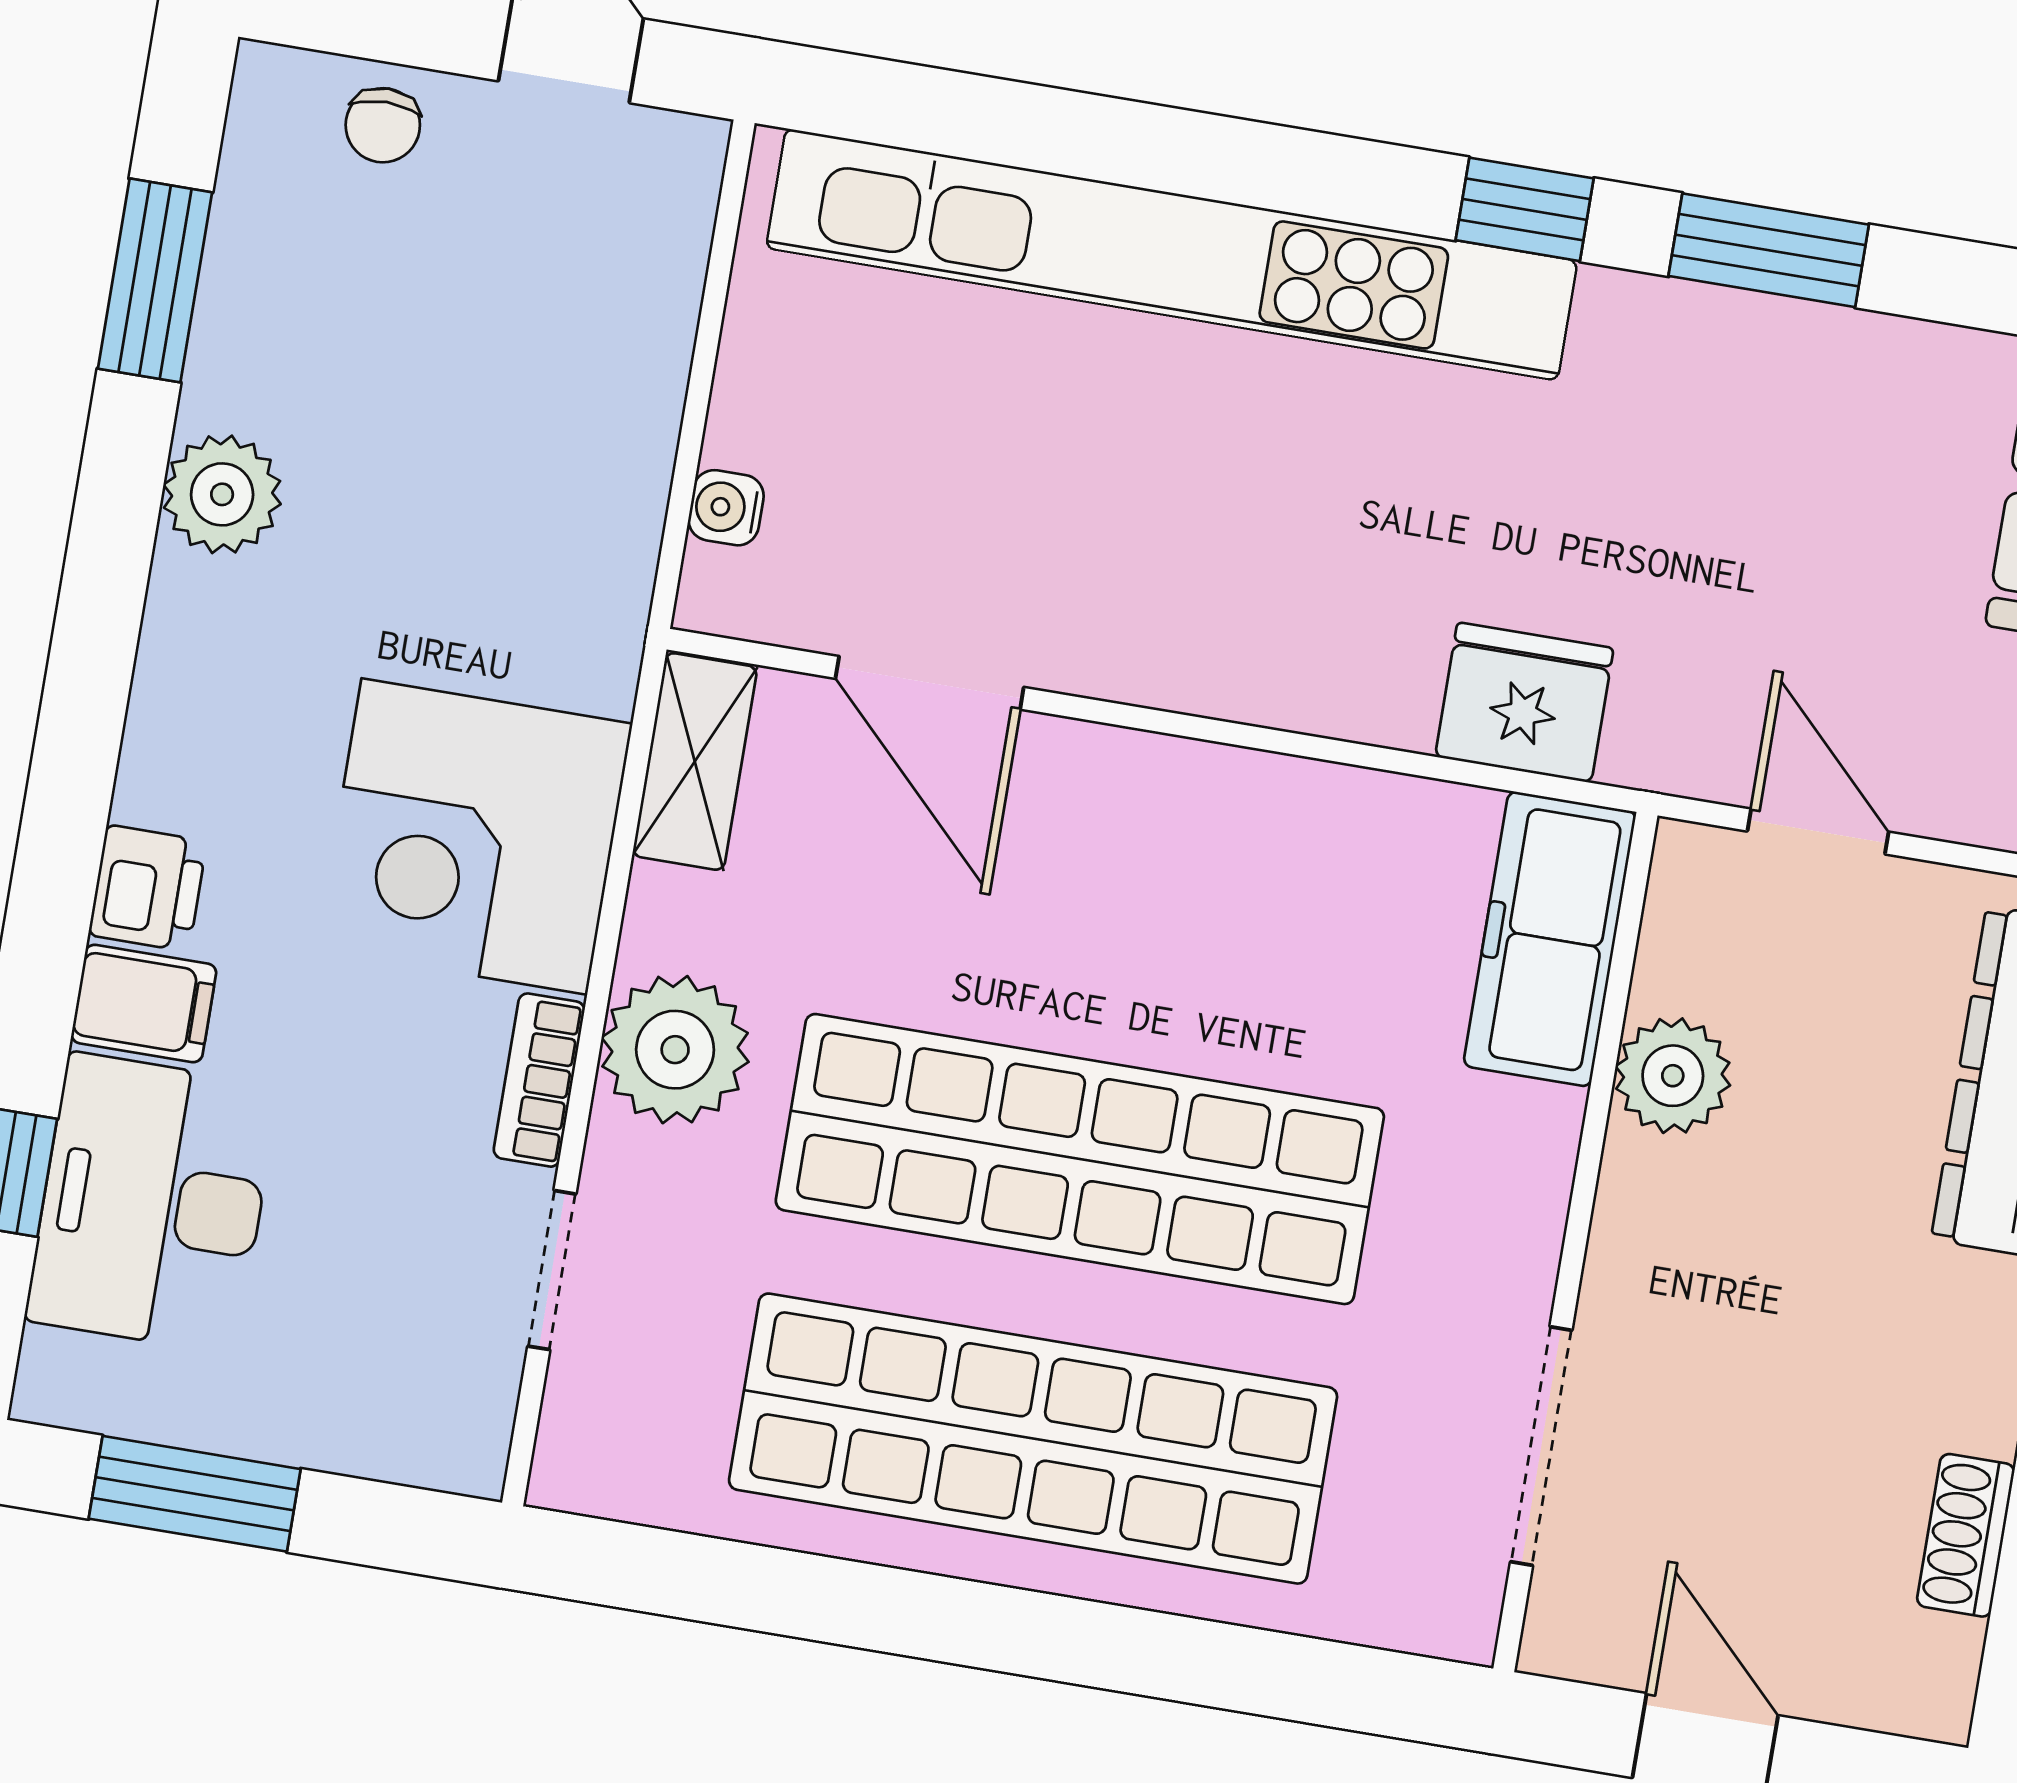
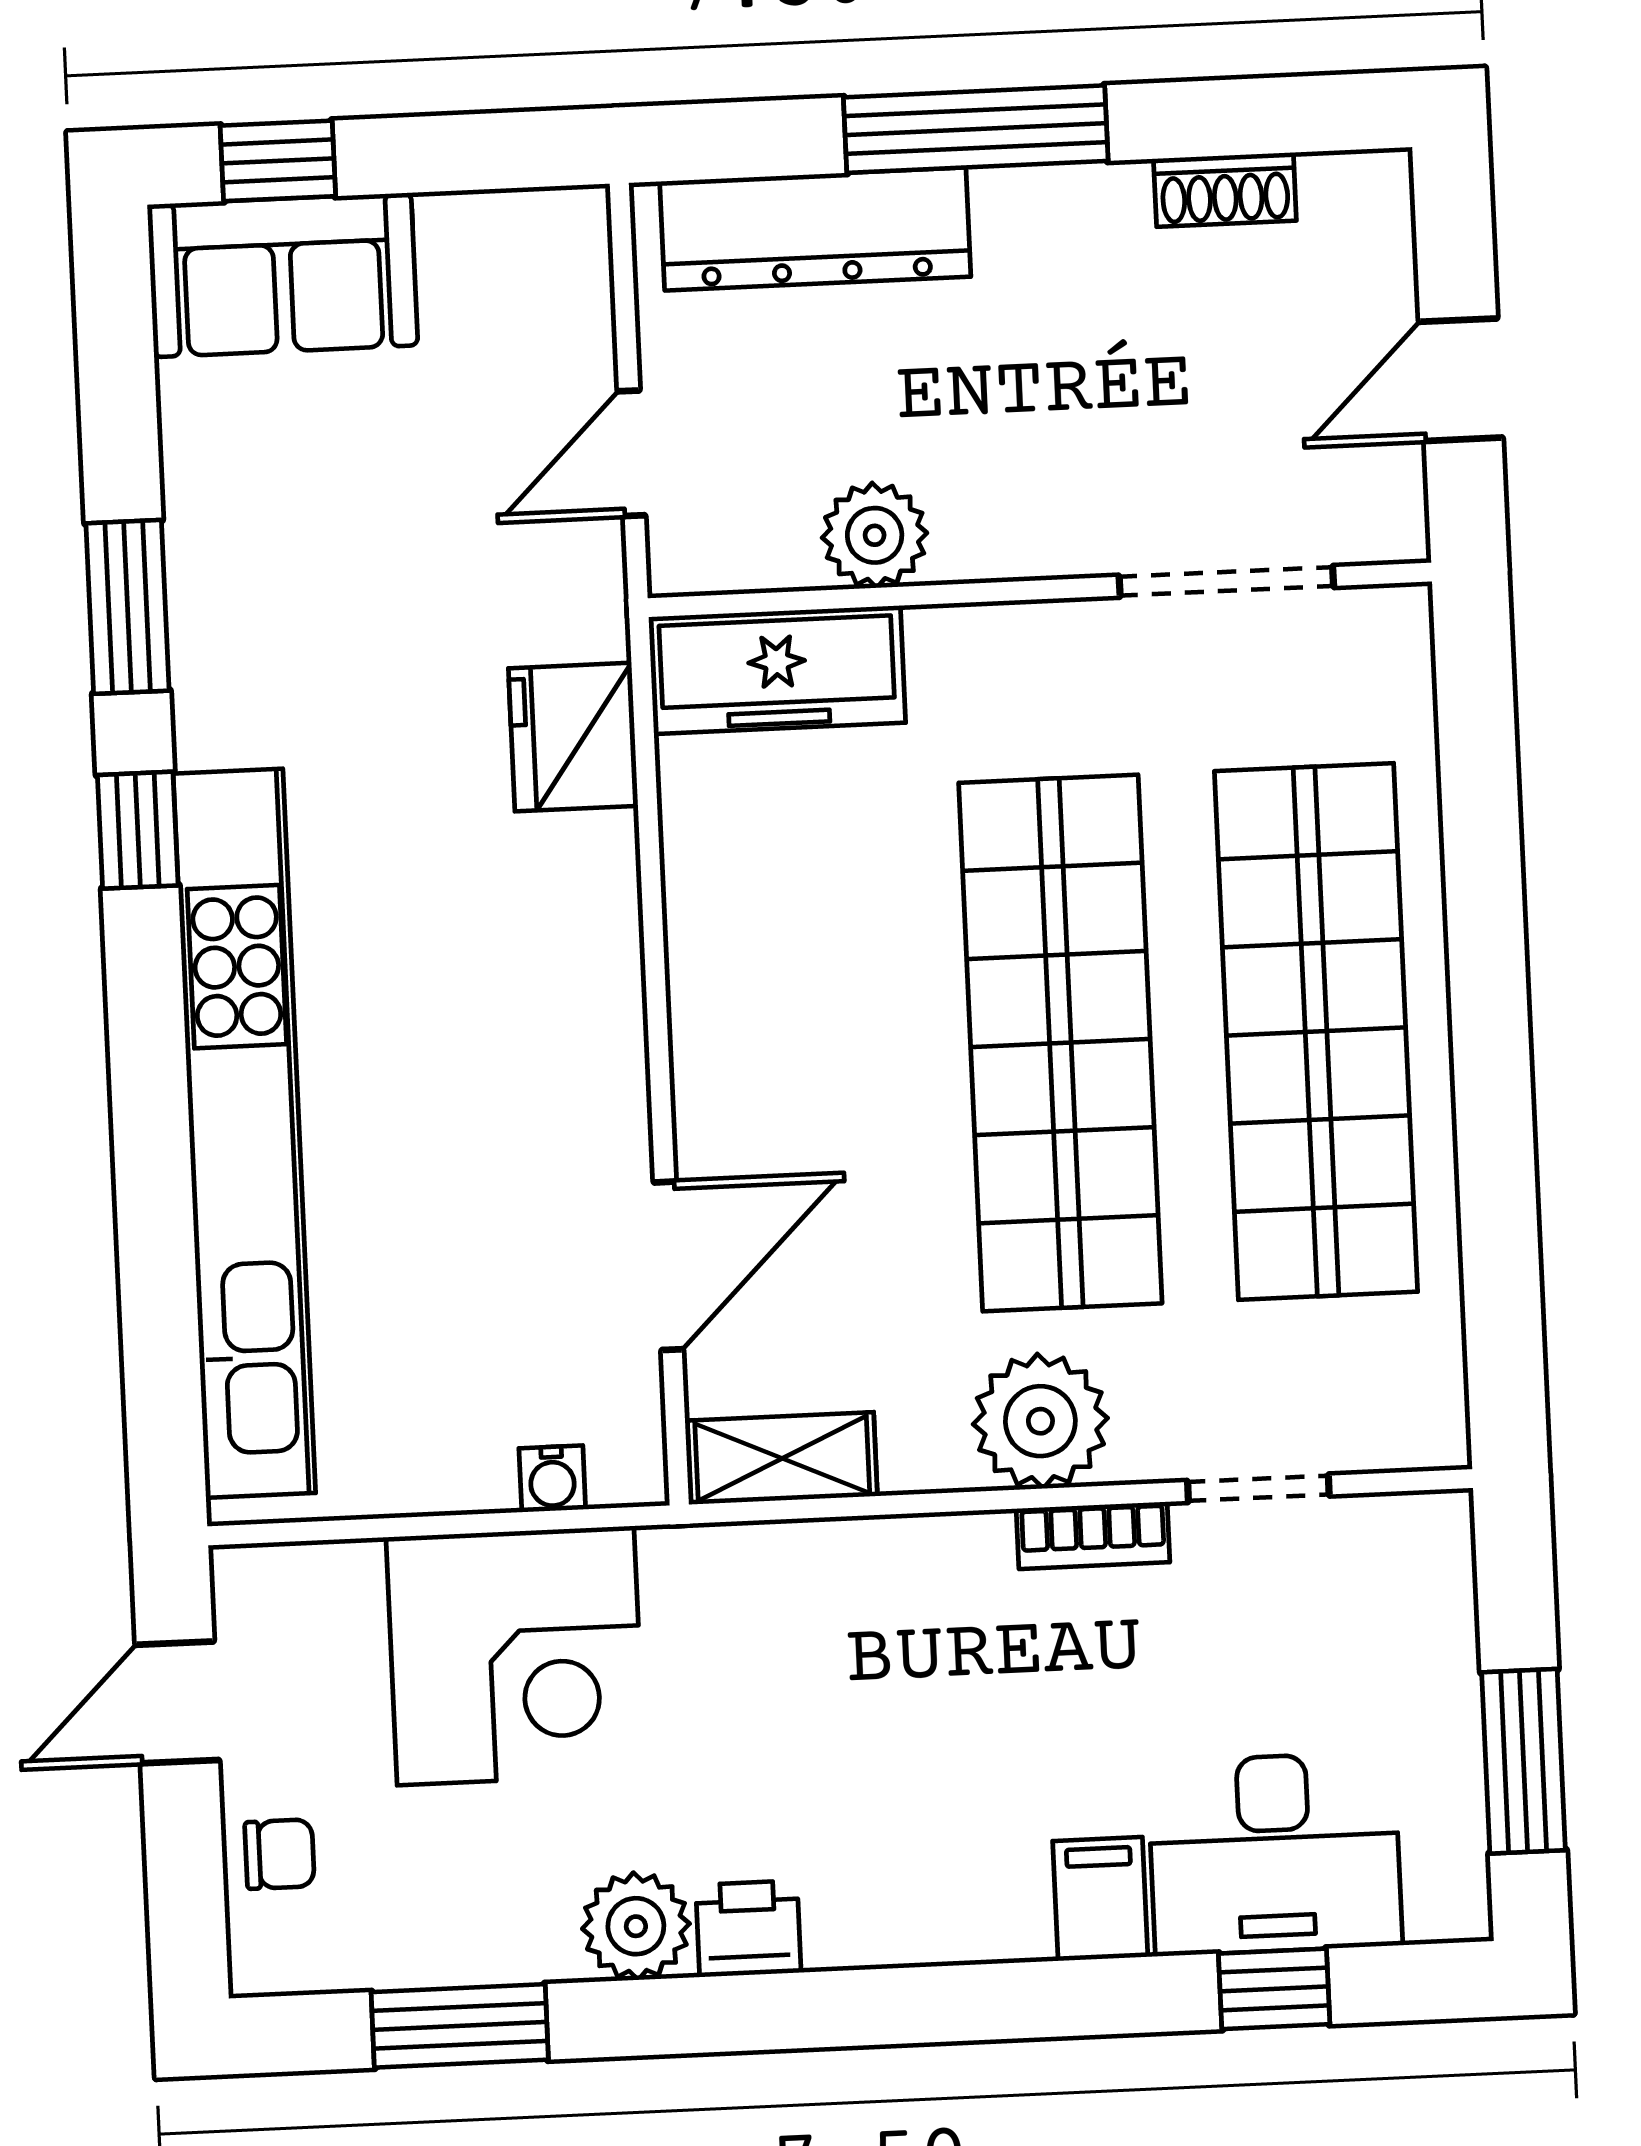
corner desk: (474, 836) -> (515, 1656), moved
printer: (148, 888) -> (748, 1929), moved

